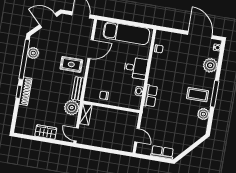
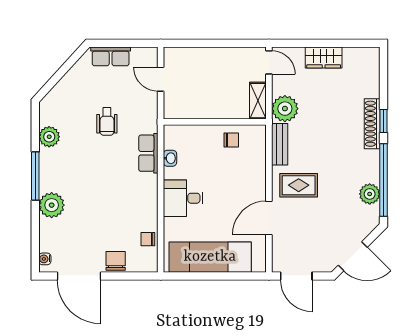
chair: (178, 40) -> (116, 261), added
plant: (210, 65) -> (52, 205), moved
coffee table: (197, 95) -> (65, 169), removed
wheelchair: (170, 117) -> (107, 122), added

